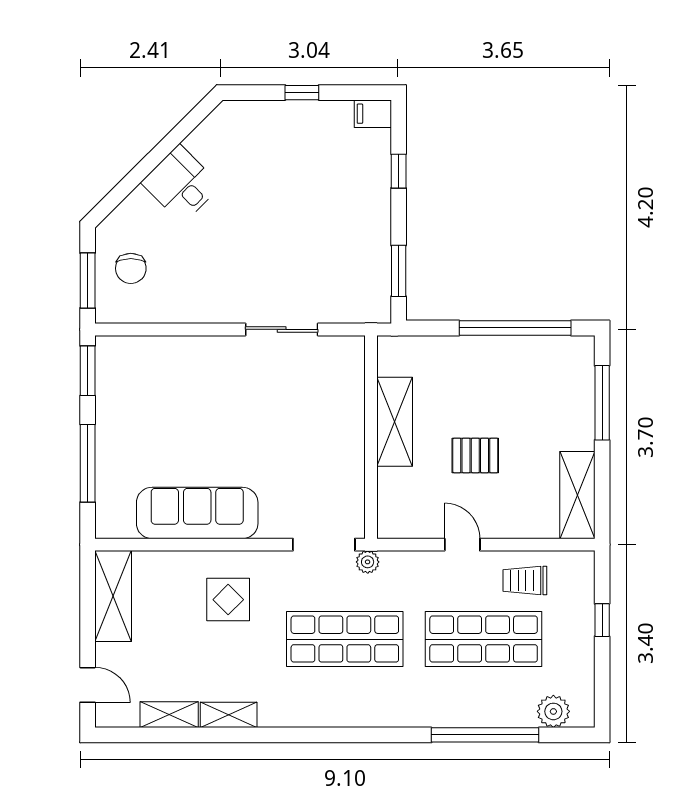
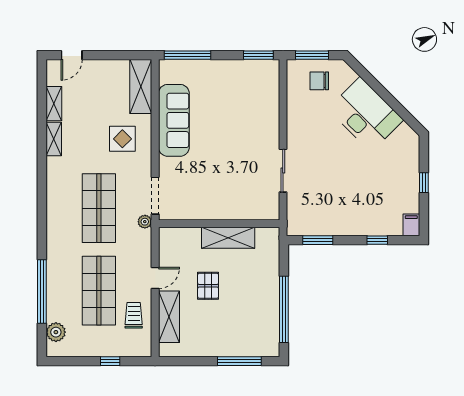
desk: (181, 184) -> (366, 114), width x1.87, depth x1.30
window: (88, 463) -> (187, 55), moved
shelving: (577, 495) -> (169, 317), moved, turned 90
shelving: (113, 596) -> (141, 87), moved, turned 90

